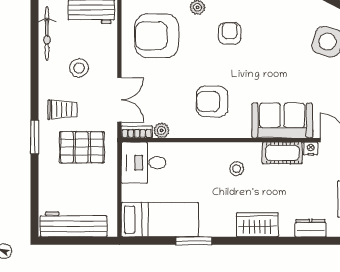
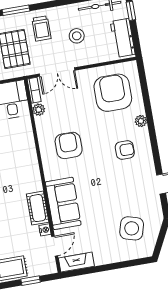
stool: (237, 169) -> (19, 174), removed

